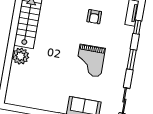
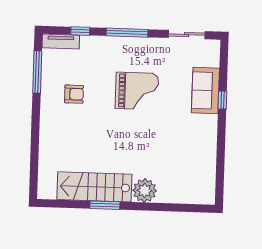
window: (14, 27) -> (105, 205), added
window: (132, 59) -> (127, 33), width x1.44

